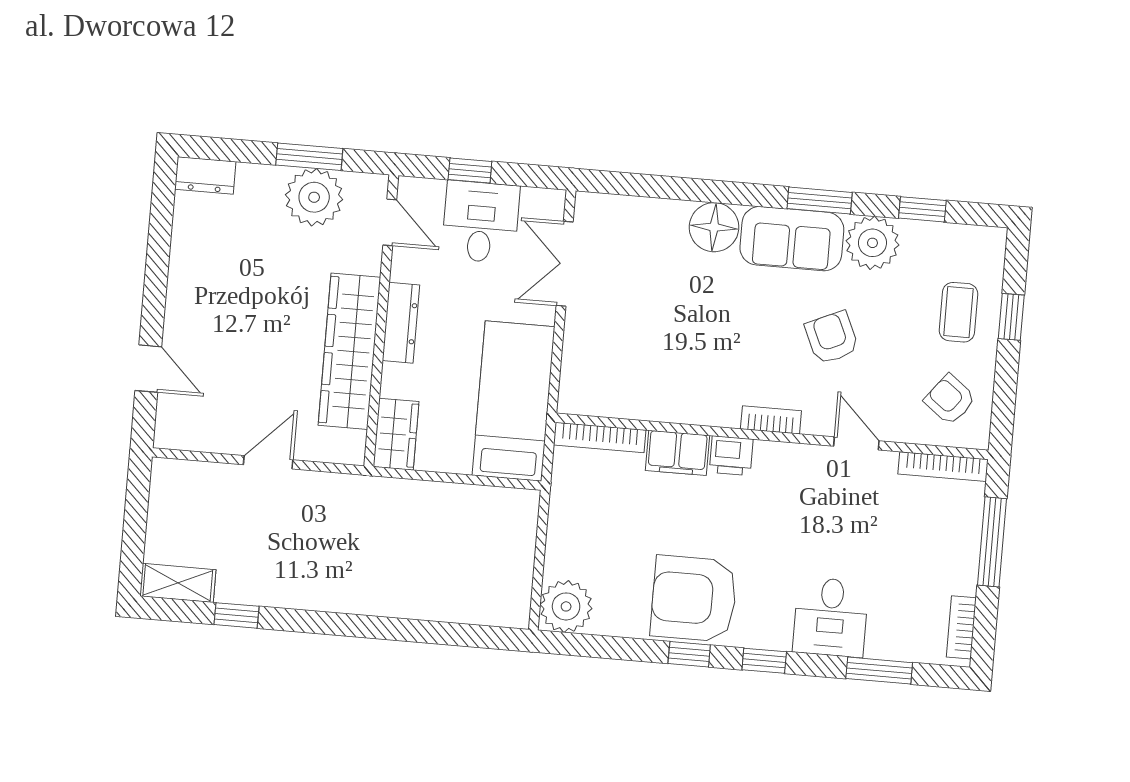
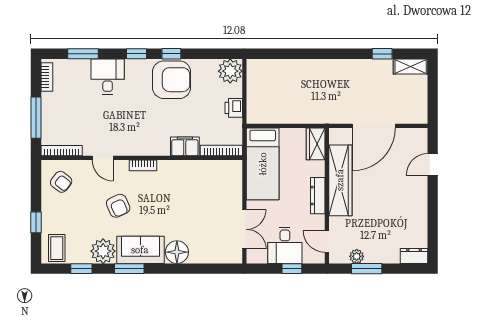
plant: (314, 197) -> (357, 256), width x0.53, depth x0.53
coffee table: (958, 312) -> (57, 248), moved
door: (148, 369) -> (433, 164), hinge flipped
printer: (731, 456) -> (234, 108), moved, turned -90
door: (268, 462) -> (374, 126), width x1.87

